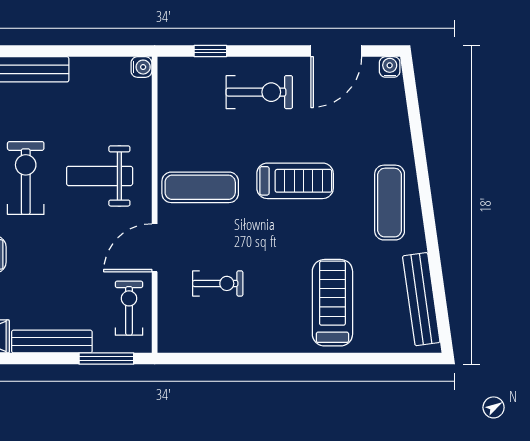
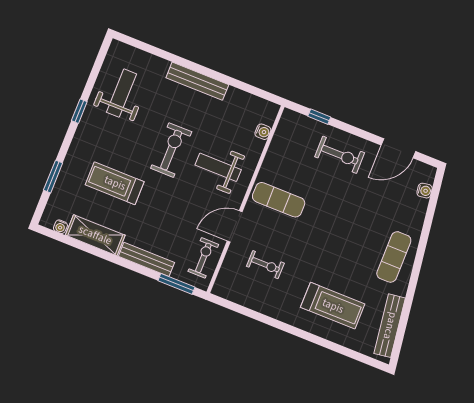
water cooler: (141, 67) -> (263, 132), moved
water cooler: (390, 67) -> (425, 191), moved, turned 82
treadmill: (295, 181) -> (340, 220), removed
treadmill: (332, 303) -> (333, 306), turned 90

